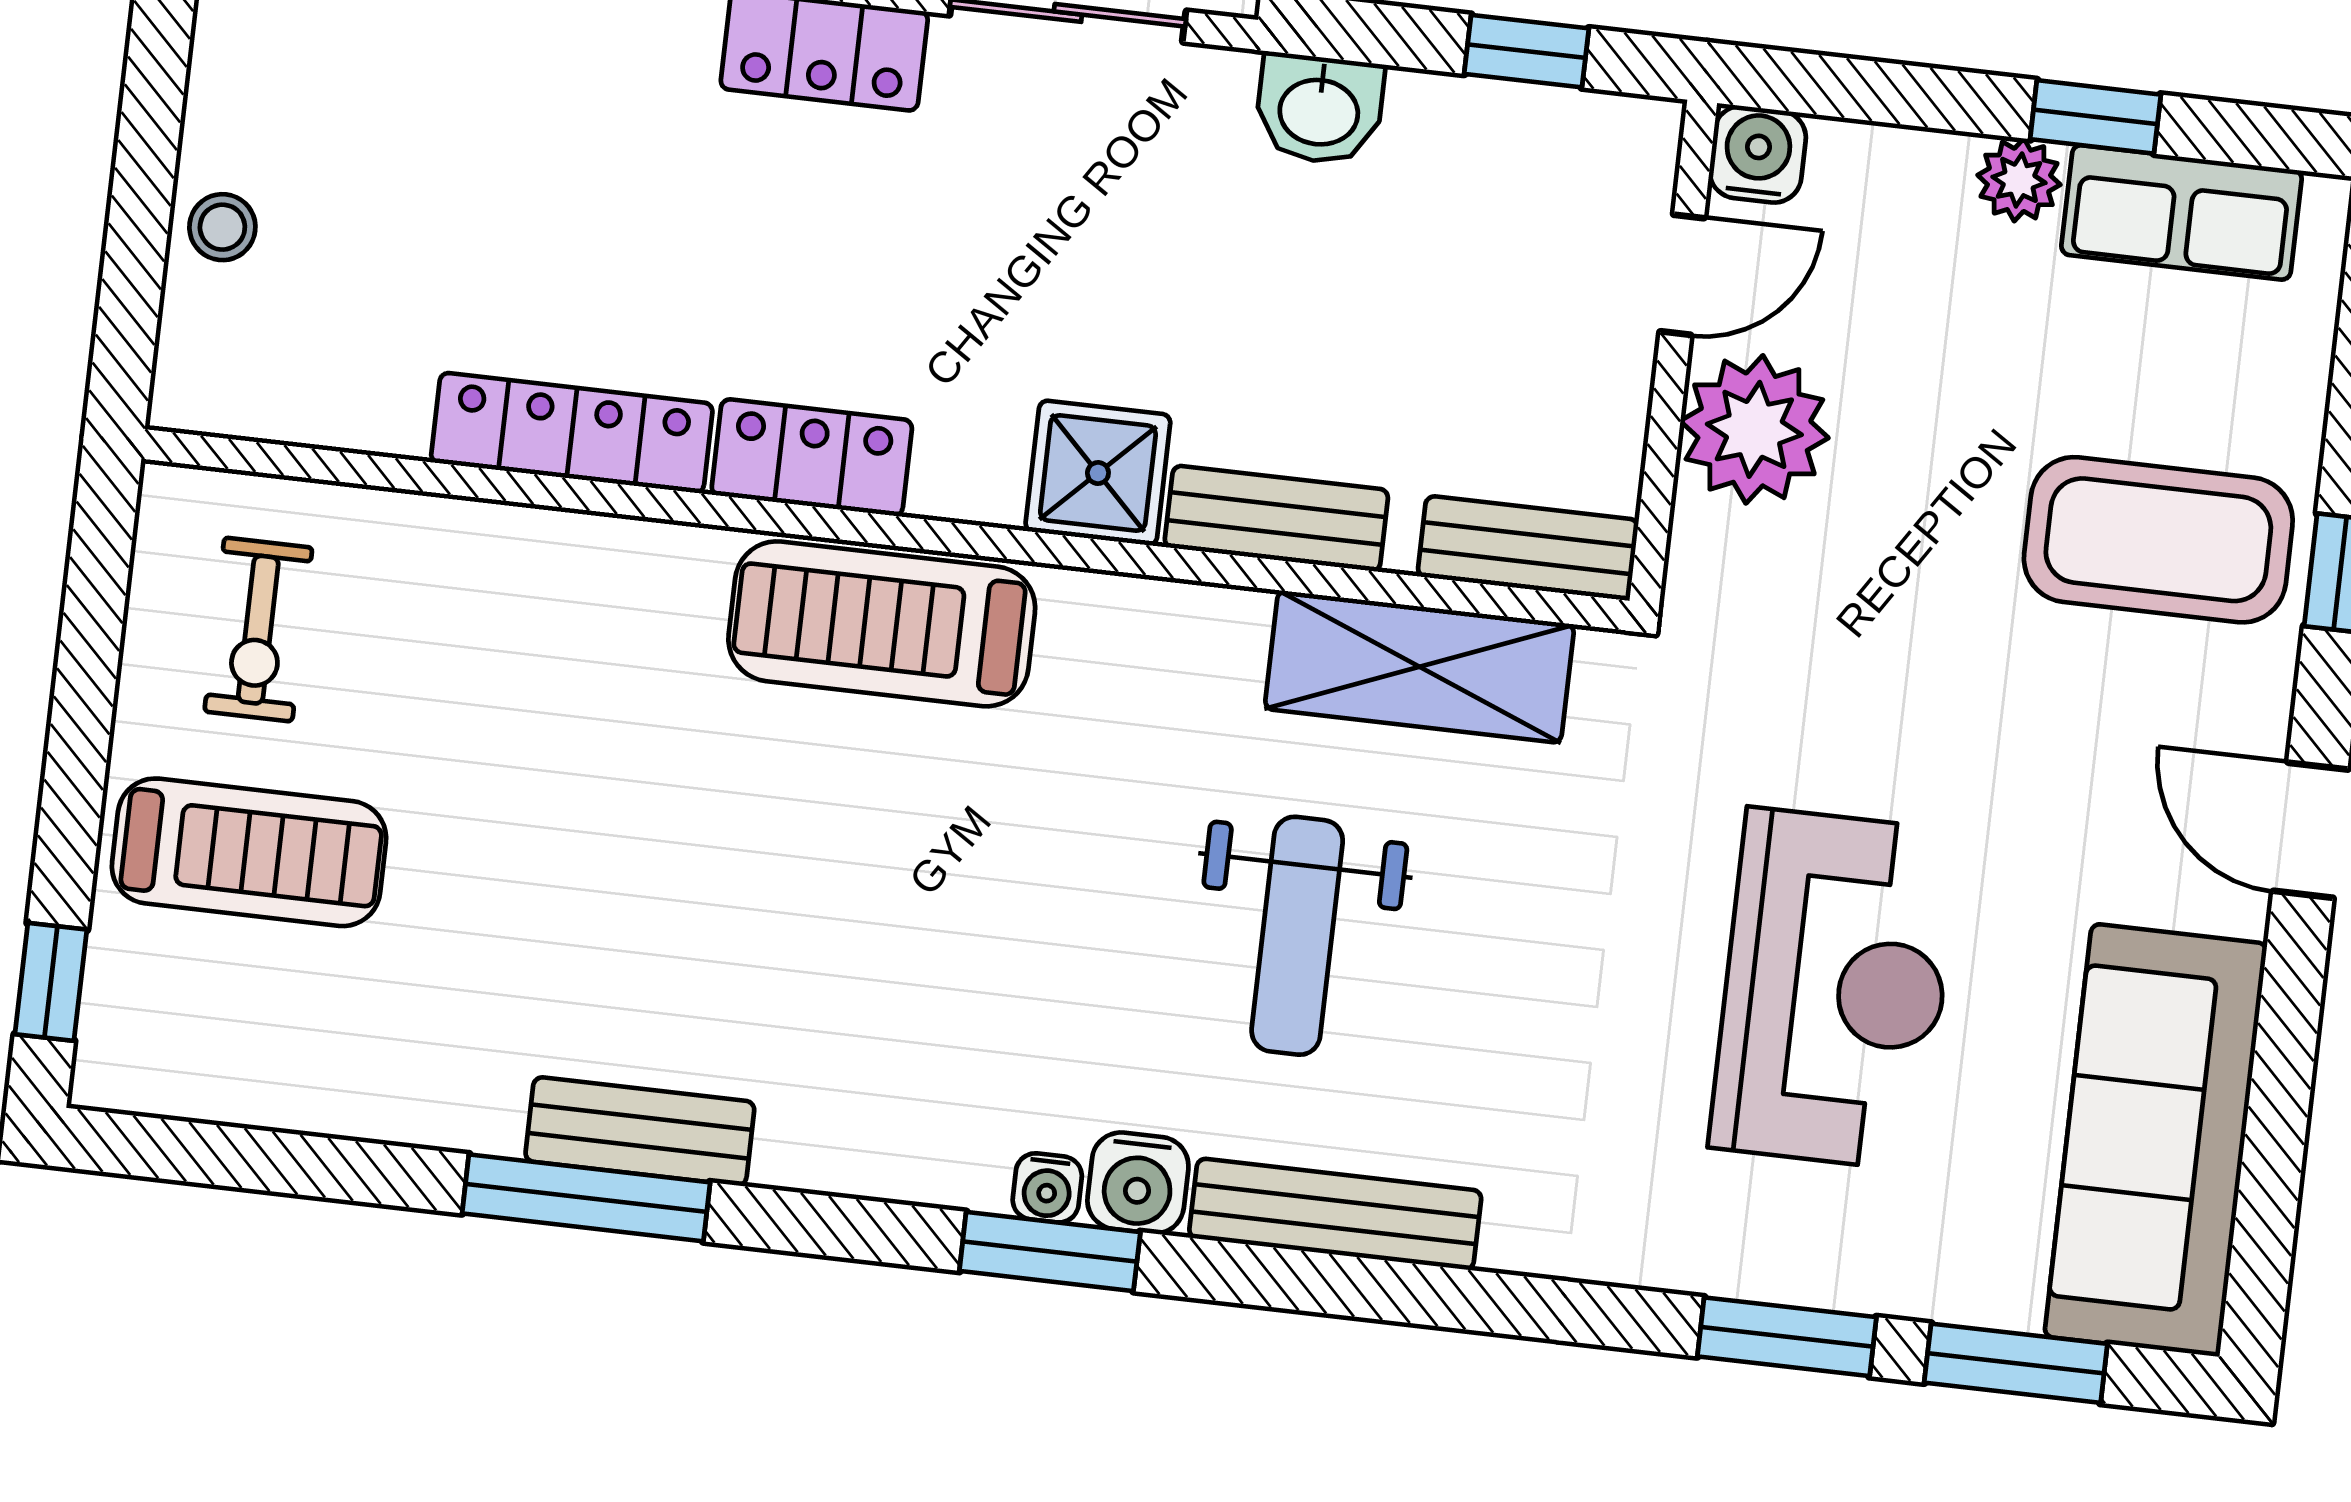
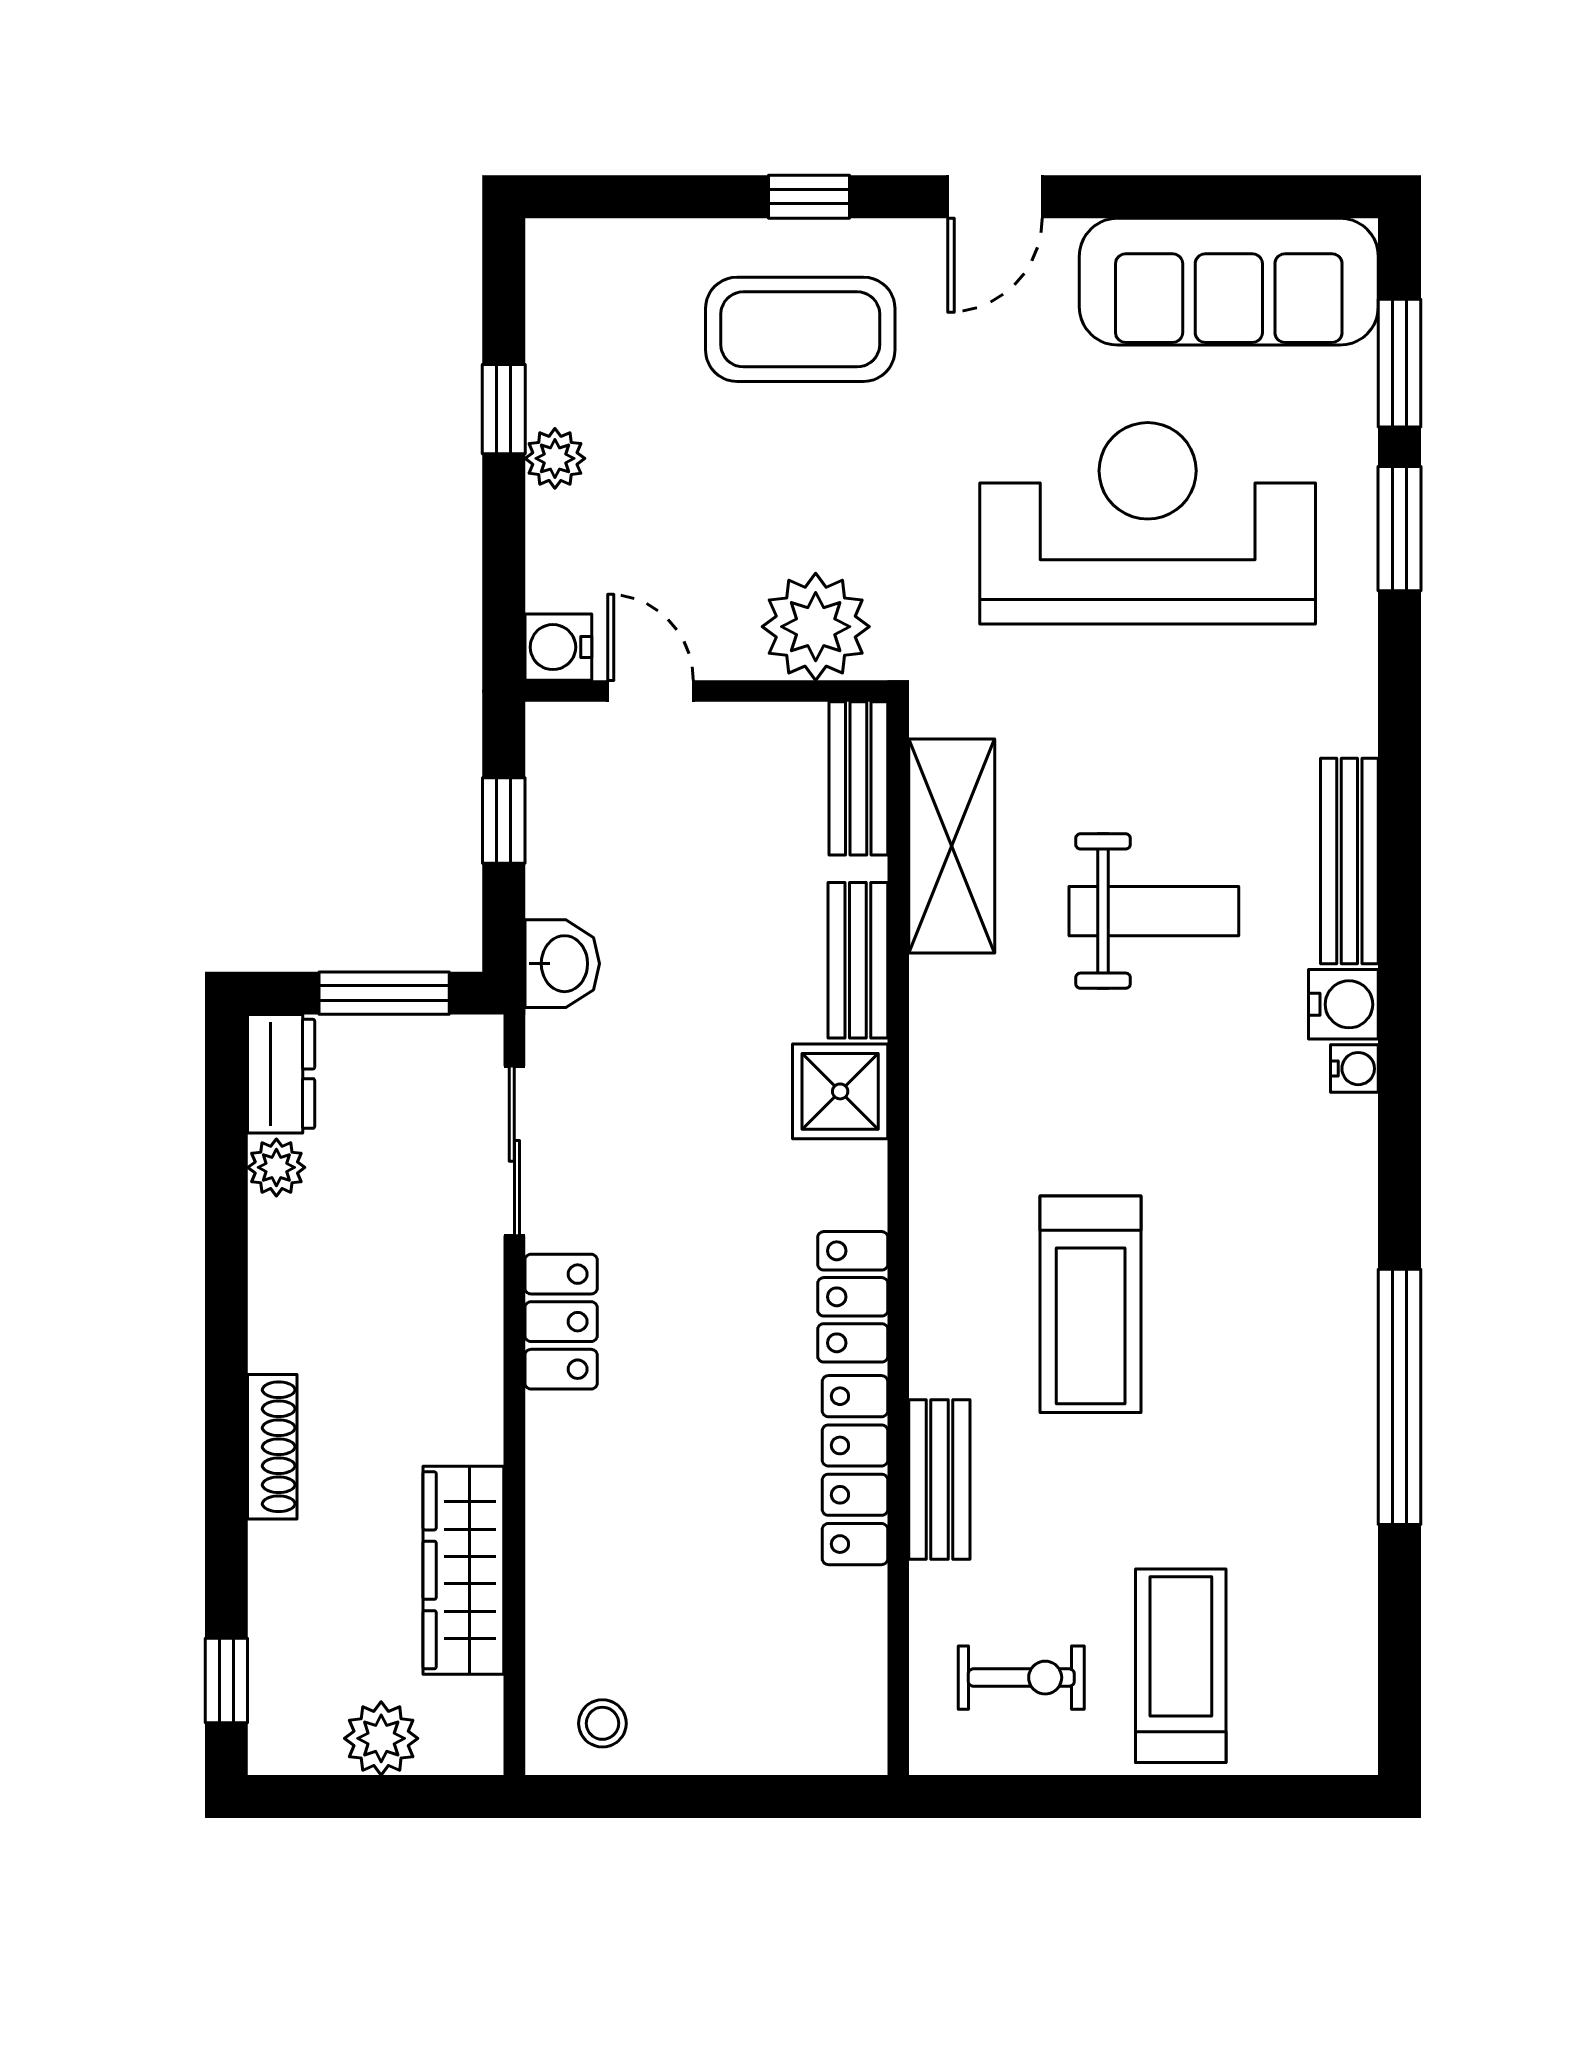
row of seats: (2181, 212) -> (565, 340), removed
stool: (222, 227) -> (602, 1723), moved
plant: (1754, 429) -> (816, 627), moved
coffee table: (2158, 540) -> (800, 329), turned 90
treadmill: (882, 624) -> (1091, 1304), moved
window: (51, 982) -> (1290, 1797), removed
reception desk: (1835, 989) -> (1148, 523), width x1.36, depth x1.30
bench: (640, 1131) -> (939, 1480), moved
window: (586, 1198) -> (1400, 1397), width x1.46
window: (1050, 1251) -> (1400, 1061), removed

